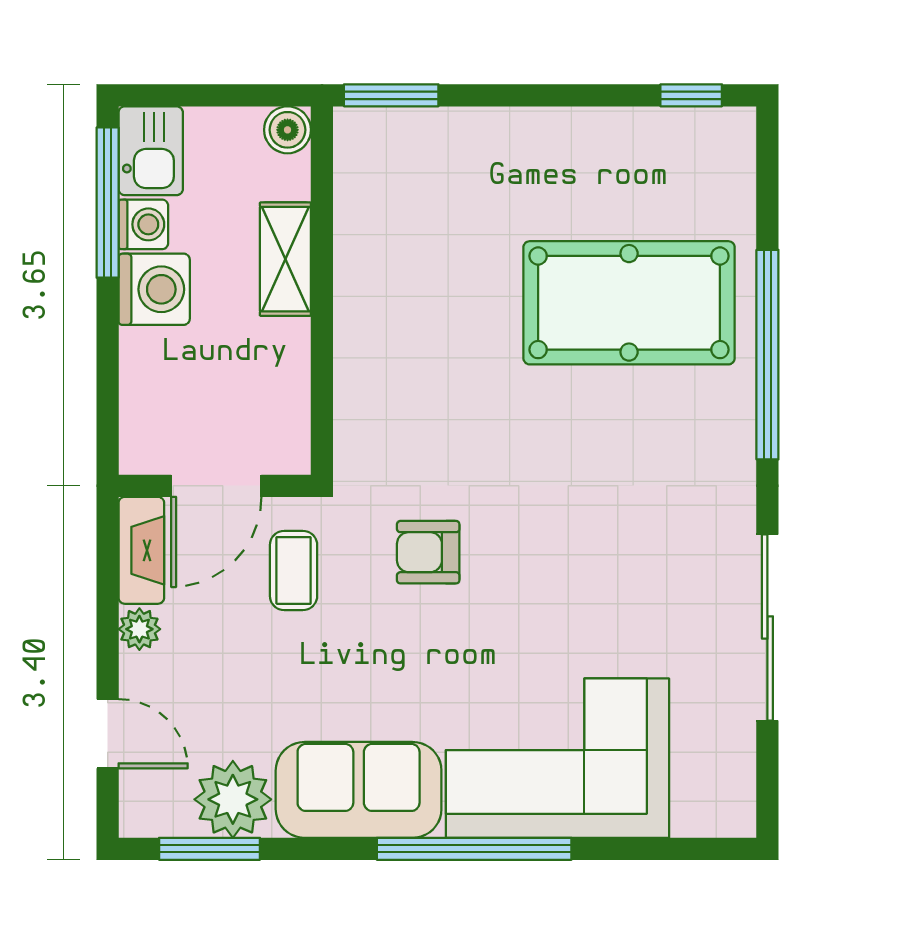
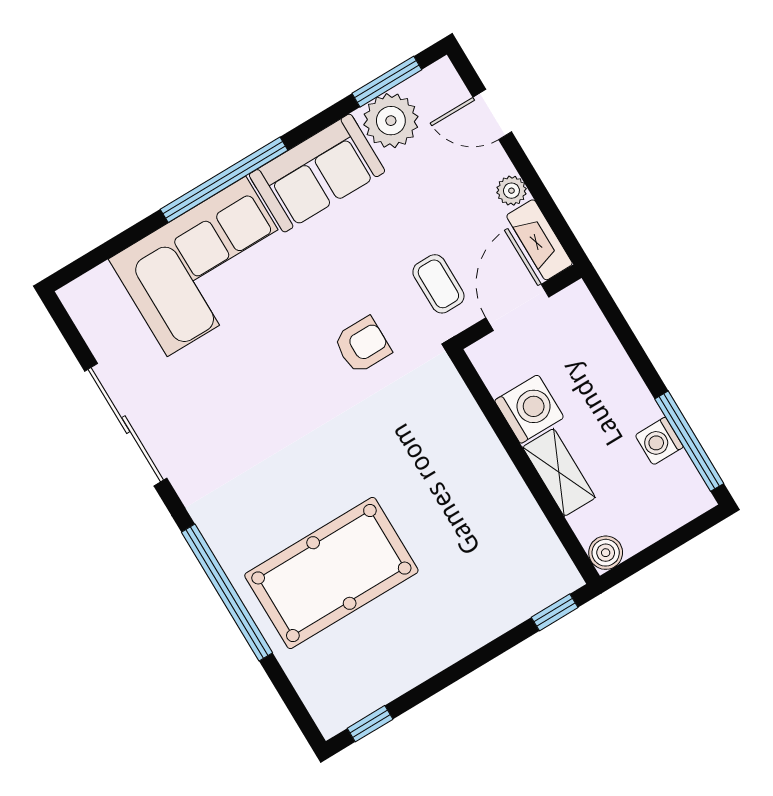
window: (391, 95) -> (555, 612), width x0.67
kitchen sink: (151, 151) -> (682, 489), removed
washing machine: (154, 289) -> (529, 409), moved, turned 180

